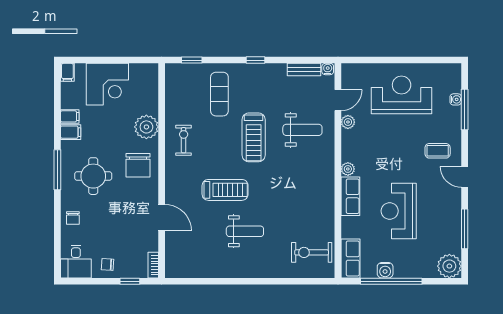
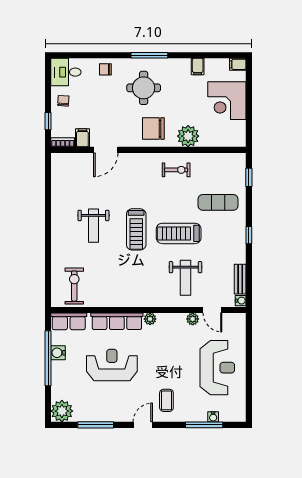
filing cabinet: (71, 132) -> (82, 138), moved, turned 180
treadmill: (225, 190) -> (136, 229), moved
row of seats: (350, 196) -> (117, 321), width x1.48

